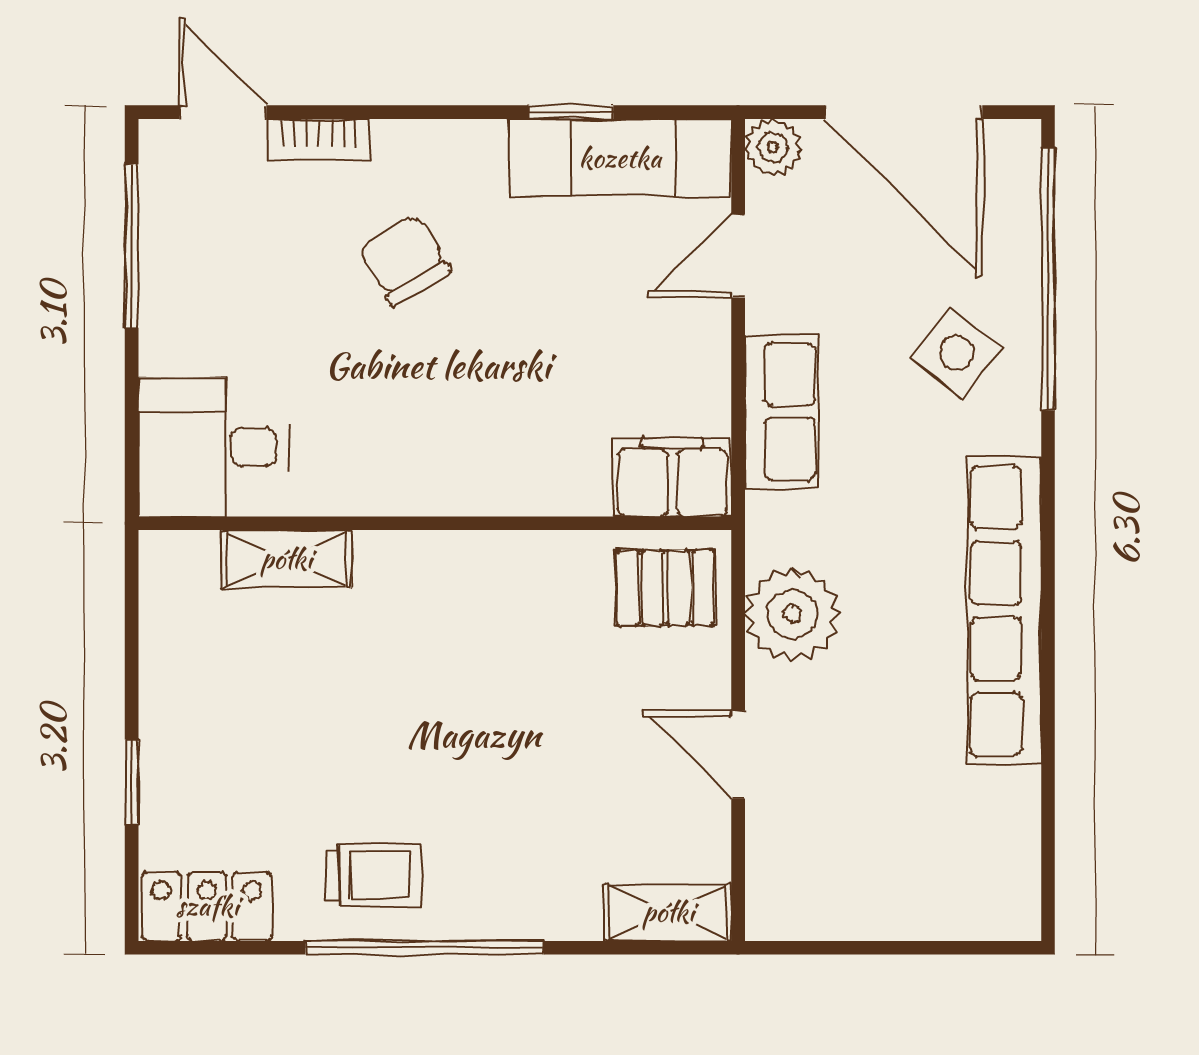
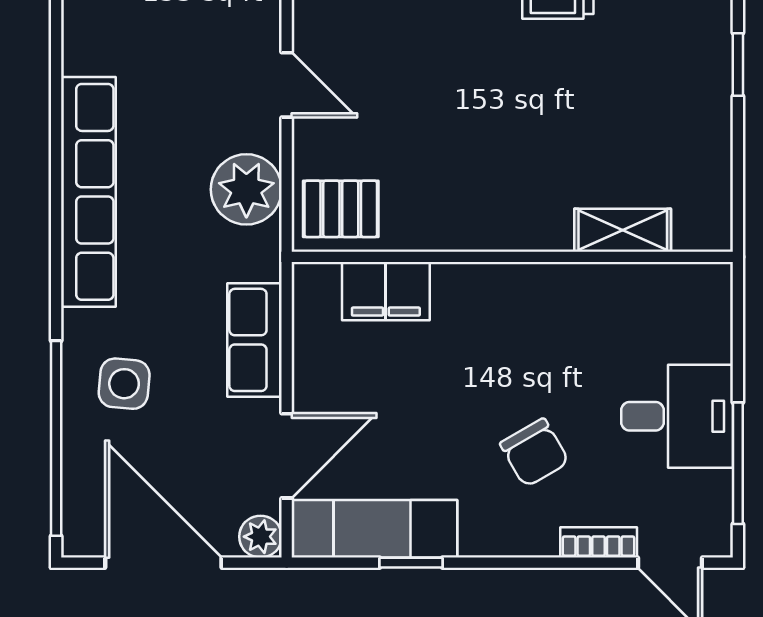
door: (738, 256) -> (287, 456), width x1.38
side table: (957, 353) -> (124, 384), turned -34
desk: (213, 447) -> (677, 416), moved
filing cabinet: (672, 477) -> (386, 291), moved

